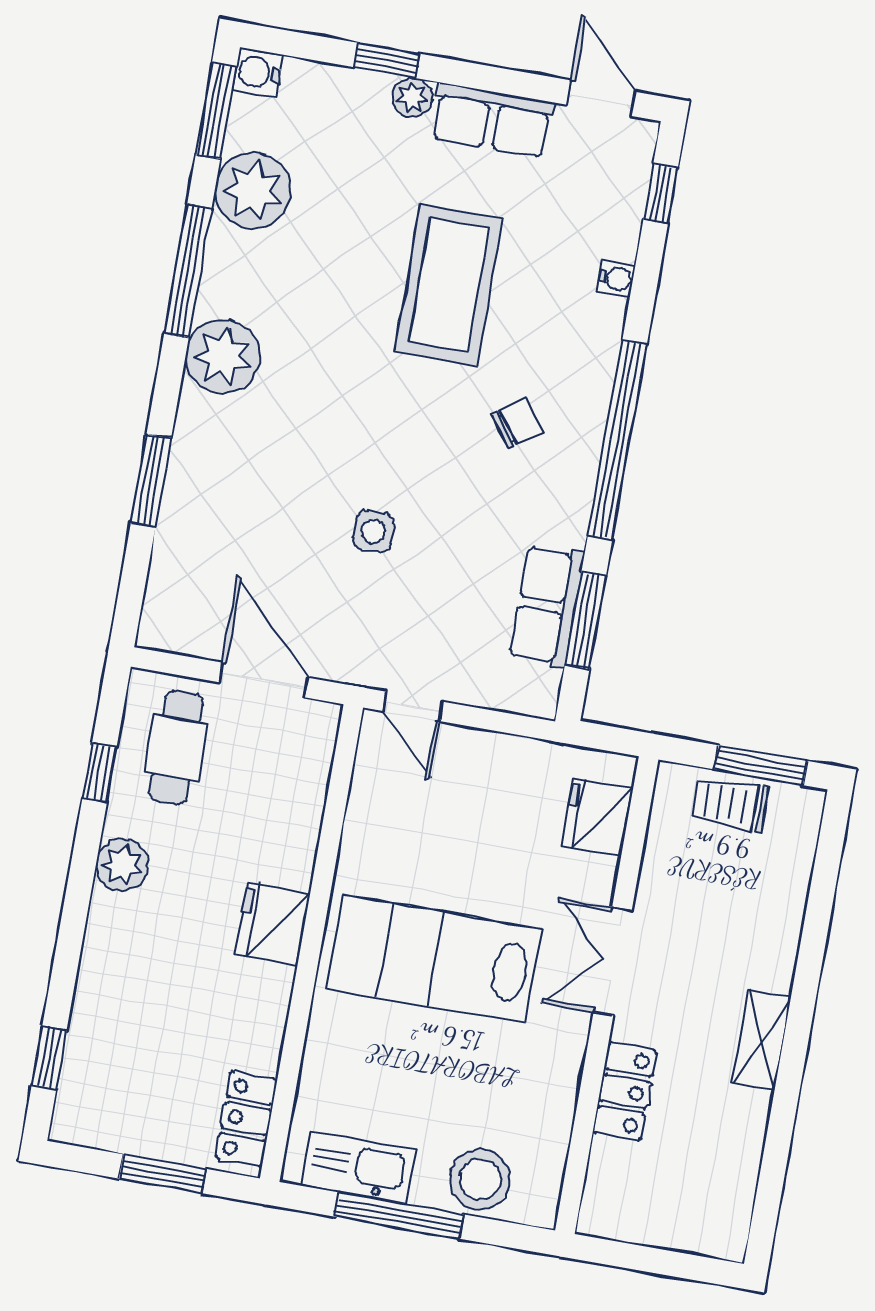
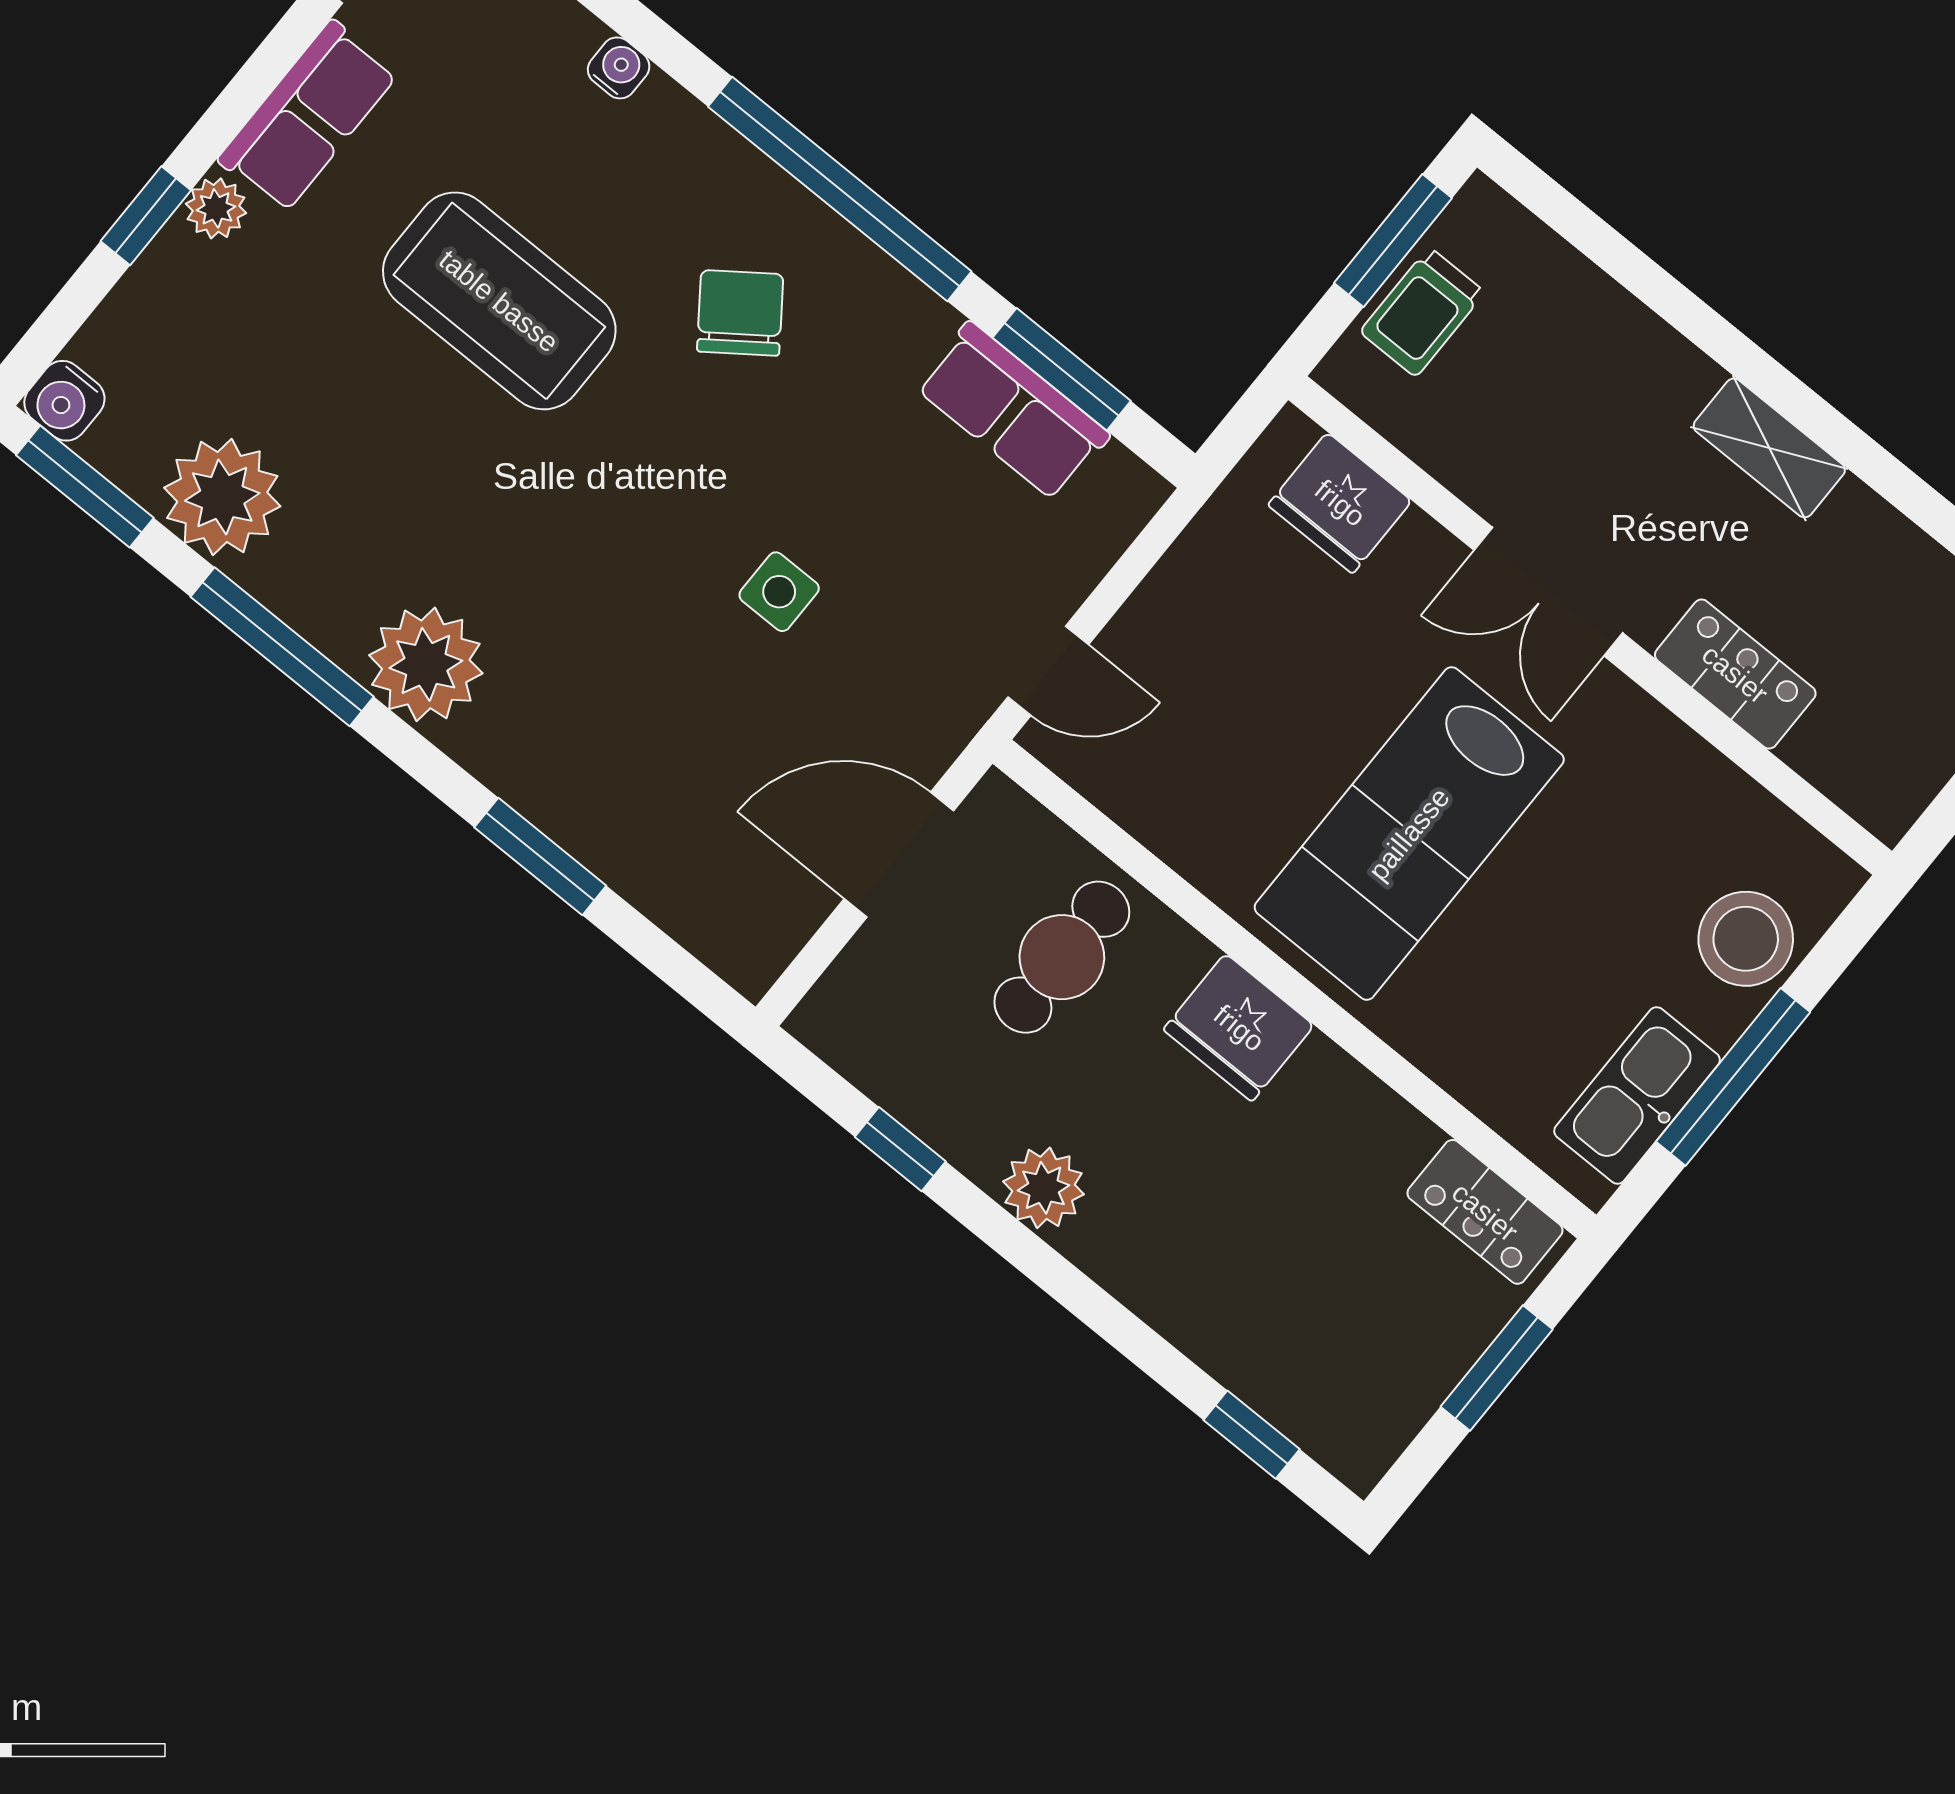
chair: (517, 423) -> (740, 313), width x1.37, depth x1.37
cafe table: (176, 748) -> (1062, 957), moved, turned 90

